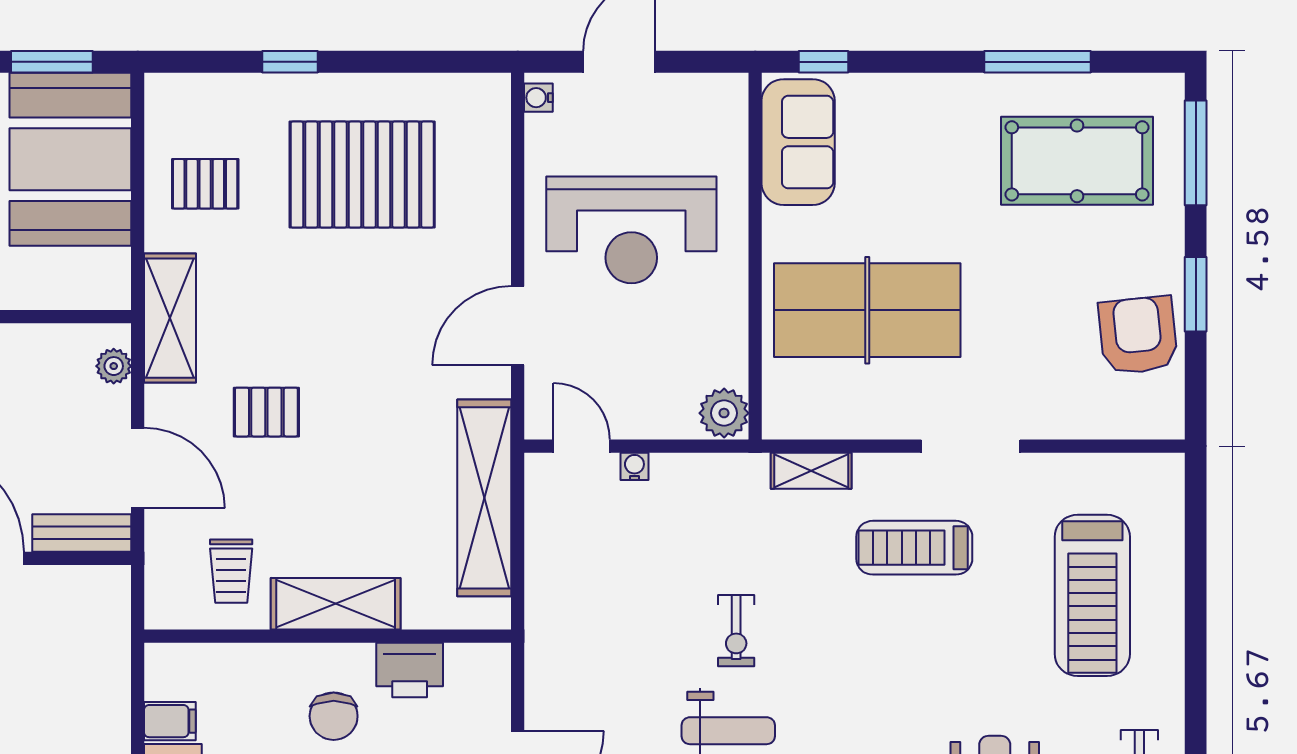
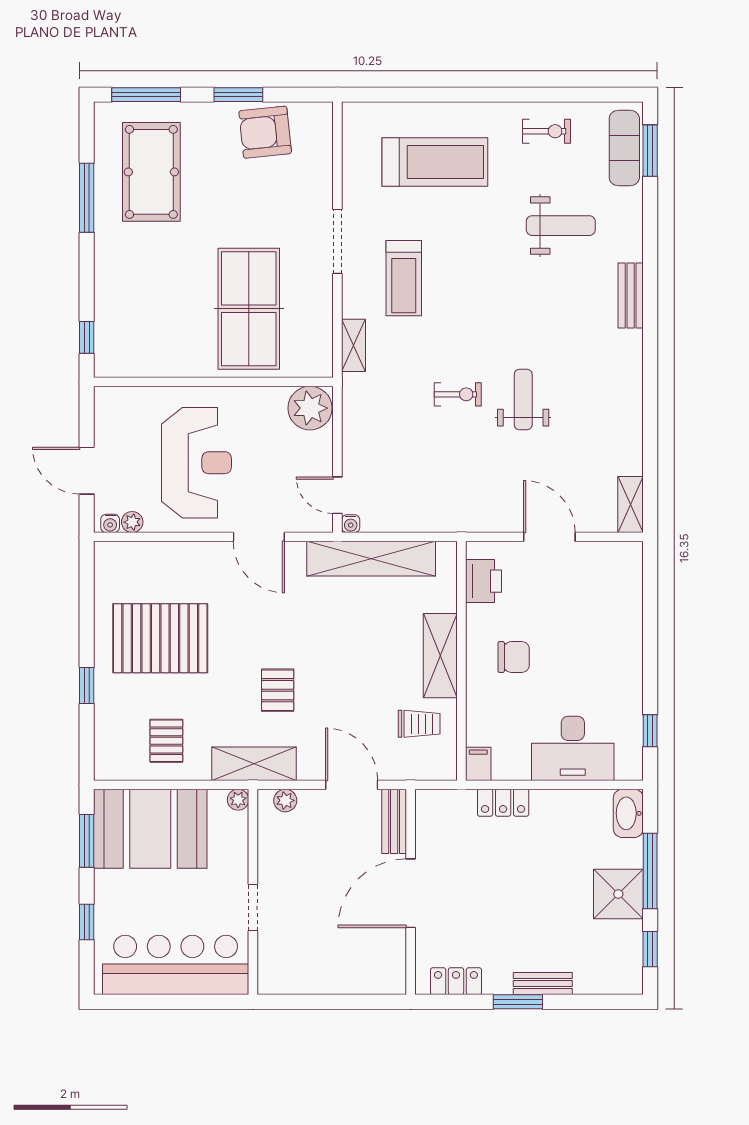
plant: (540, 132) -> (132, 522), added
sofa: (798, 142) -> (139, 354), removed
pallet: (362, 175) -> (160, 638), turned 90
plant: (115, 294) -> (238, 800), added
pallet: (266, 412) -> (278, 690), moved
plant: (724, 413) -> (310, 408), width x1.36, depth x1.36
door: (582, 446) -> (337, 495), hinge flipped
water cooler: (634, 466) -> (351, 524), moved, turned -90
door: (138, 468) -> (352, 785), hinge flipped
printer: (410, 670) -> (484, 581), moved
locker: (110, 700) -> (503, 803), added
filing cabinet: (170, 721) -> (478, 764), moved

